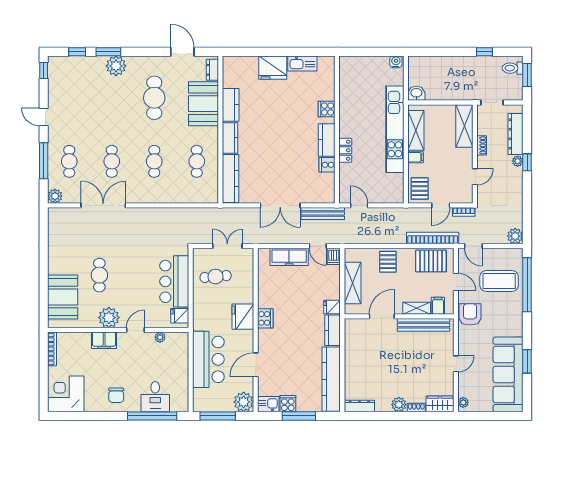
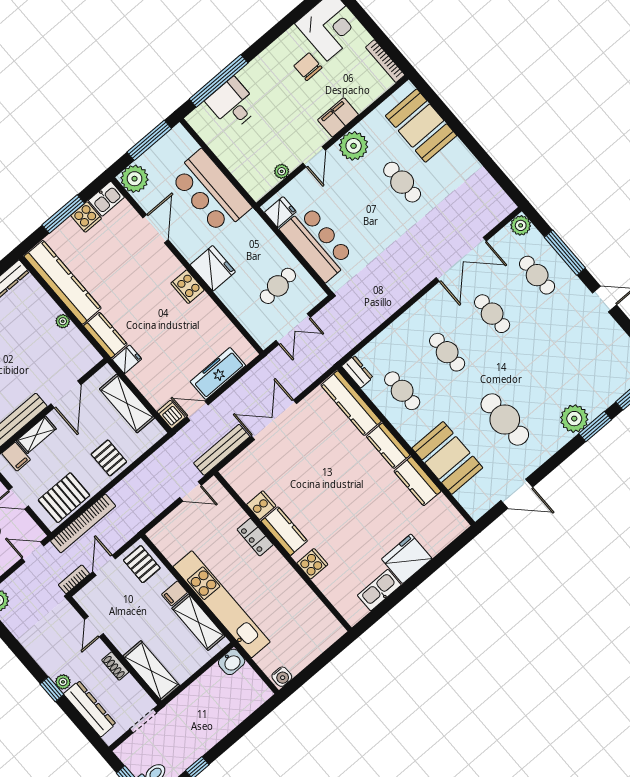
dresser: (212, 70) -> (357, 372), moved
plant: (349, 358) -> (63, 321), added
chair: (116, 395) -> (308, 67), moved

